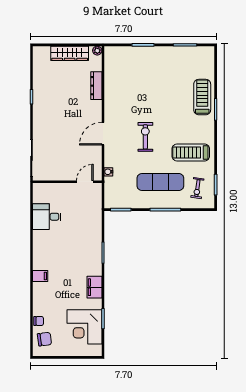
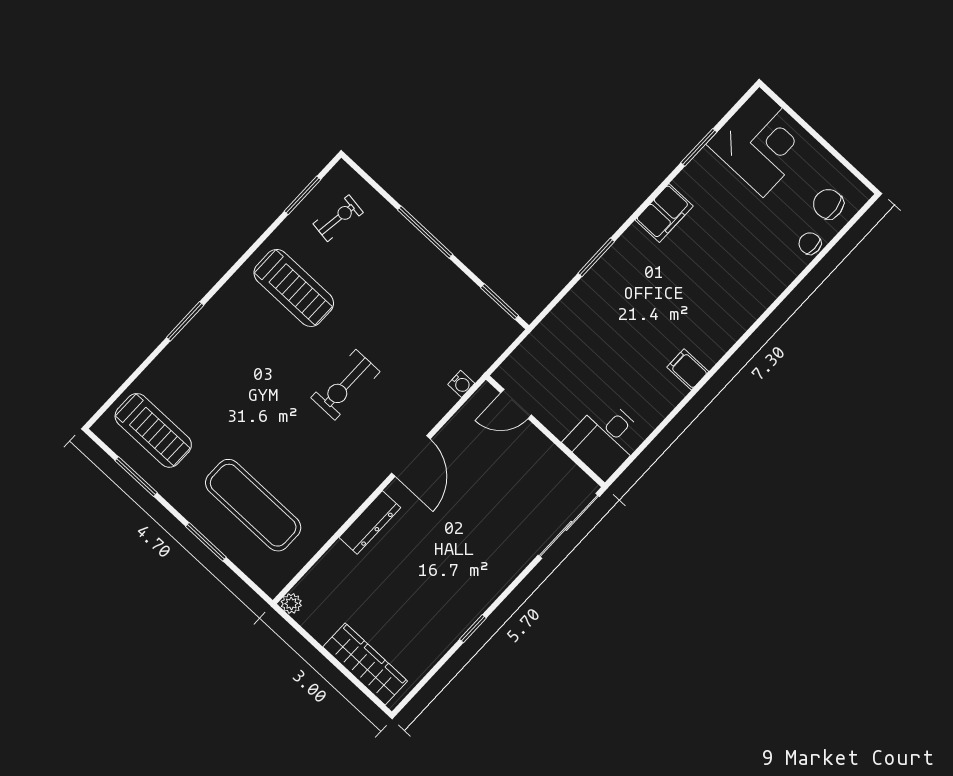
wardrobe: (70, 53) -> (365, 664), moved
dresser: (96, 86) -> (370, 523), moved
treadmill: (202, 97) -> (153, 430), moved, turned -90
door: (103, 134) -> (411, 456), hinge flipped
exercise mat: (160, 182) -> (253, 505), moved
desk: (47, 217) -> (605, 439), moved, turned 90
filing cabinet: (40, 276) -> (688, 369), moved
corner desk: (85, 327) -> (761, 142), moved

